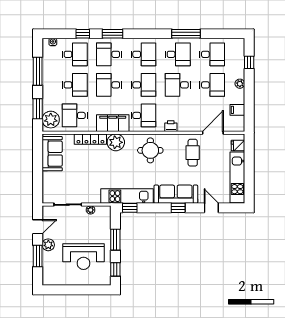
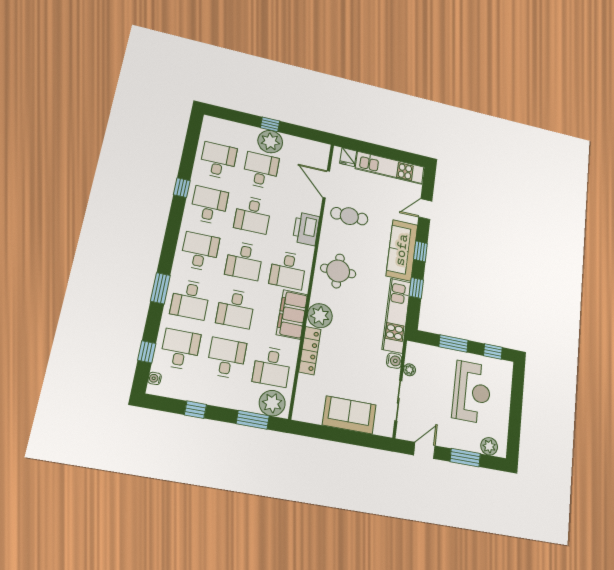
window: (83, 34) -> (147, 352), moved
window: (186, 34) -> (182, 188), width x0.46
window: (249, 62) -> (270, 124), moved
window: (38, 71) -> (195, 410), width x0.46
plant: (240, 84) -> (270, 142), width x1.87, depth x1.87
desk: (143, 85) -> (244, 261), turned 180
filing cabinet: (237, 110) -> (301, 147), removed
desk: (143, 115) -> (288, 270), turned 180
printer: (171, 126) -> (306, 229), width x1.87, depth x1.48
sofa: (52, 154) -> (349, 415), moved
water cooler: (95, 198) -> (394, 361), added
window: (130, 208) -> (416, 288), moved
door: (38, 227) -> (424, 450), hinge flipped
plant: (48, 245) -> (489, 446), moved

